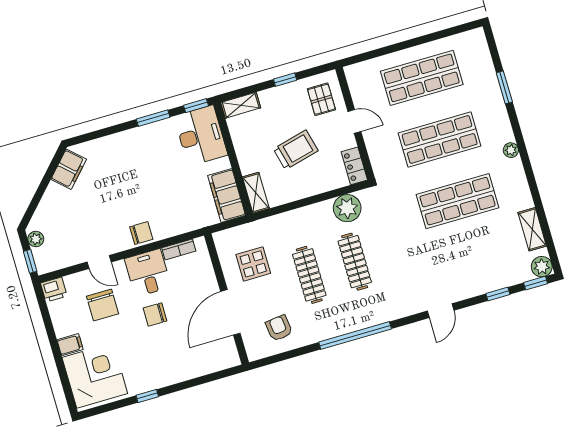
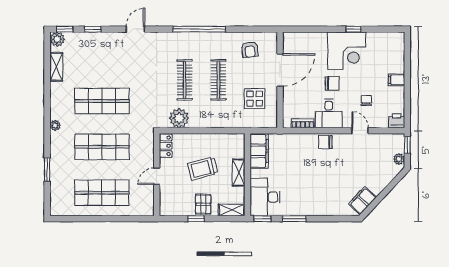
pallet: (321, 99) -> (203, 204), moved
door: (354, 121) -> (157, 176), hinge flipped
shelving: (256, 193) -> (239, 173), moved
chair: (103, 305) -> (366, 100), width x0.54, depth x0.54
corner desk: (95, 375) -> (347, 51), moved, turned -90

